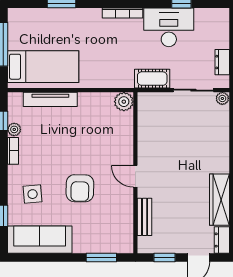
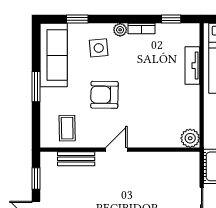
tv unit: (50, 99) -> (192, 66), width x0.71
plant: (14, 129) -> (120, 30), moved
coffee table: (114, 226) -> (67, 128), added
window: (101, 258) -> (36, 87), moved

